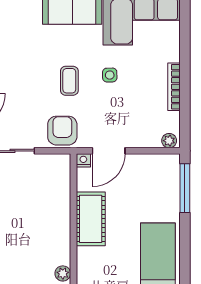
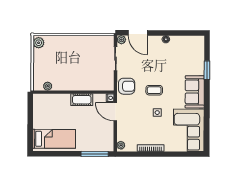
cot: (91, 219) -> (82, 100), width x0.73, depth x0.75

